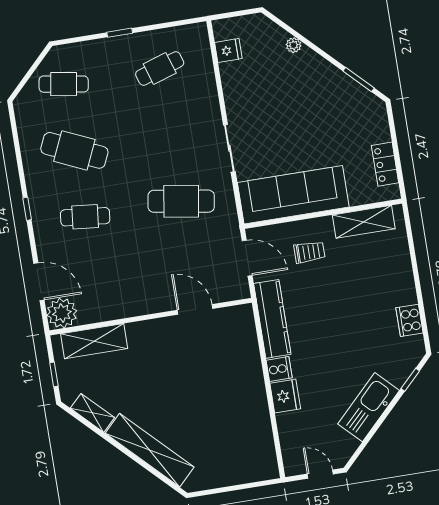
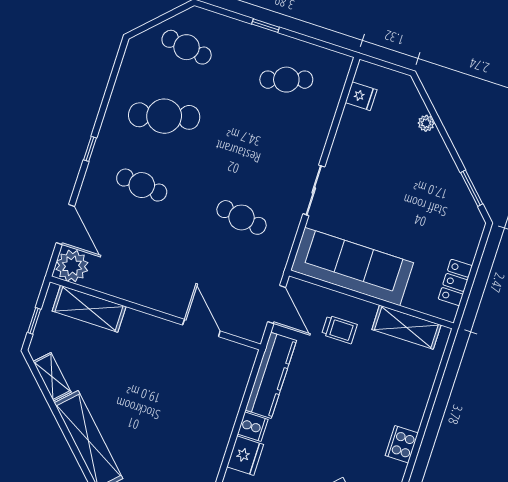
cafe table: (74, 150) -> (164, 116), turned -39
cafe table: (181, 201) -> (242, 217), width x0.73, depth x0.74

